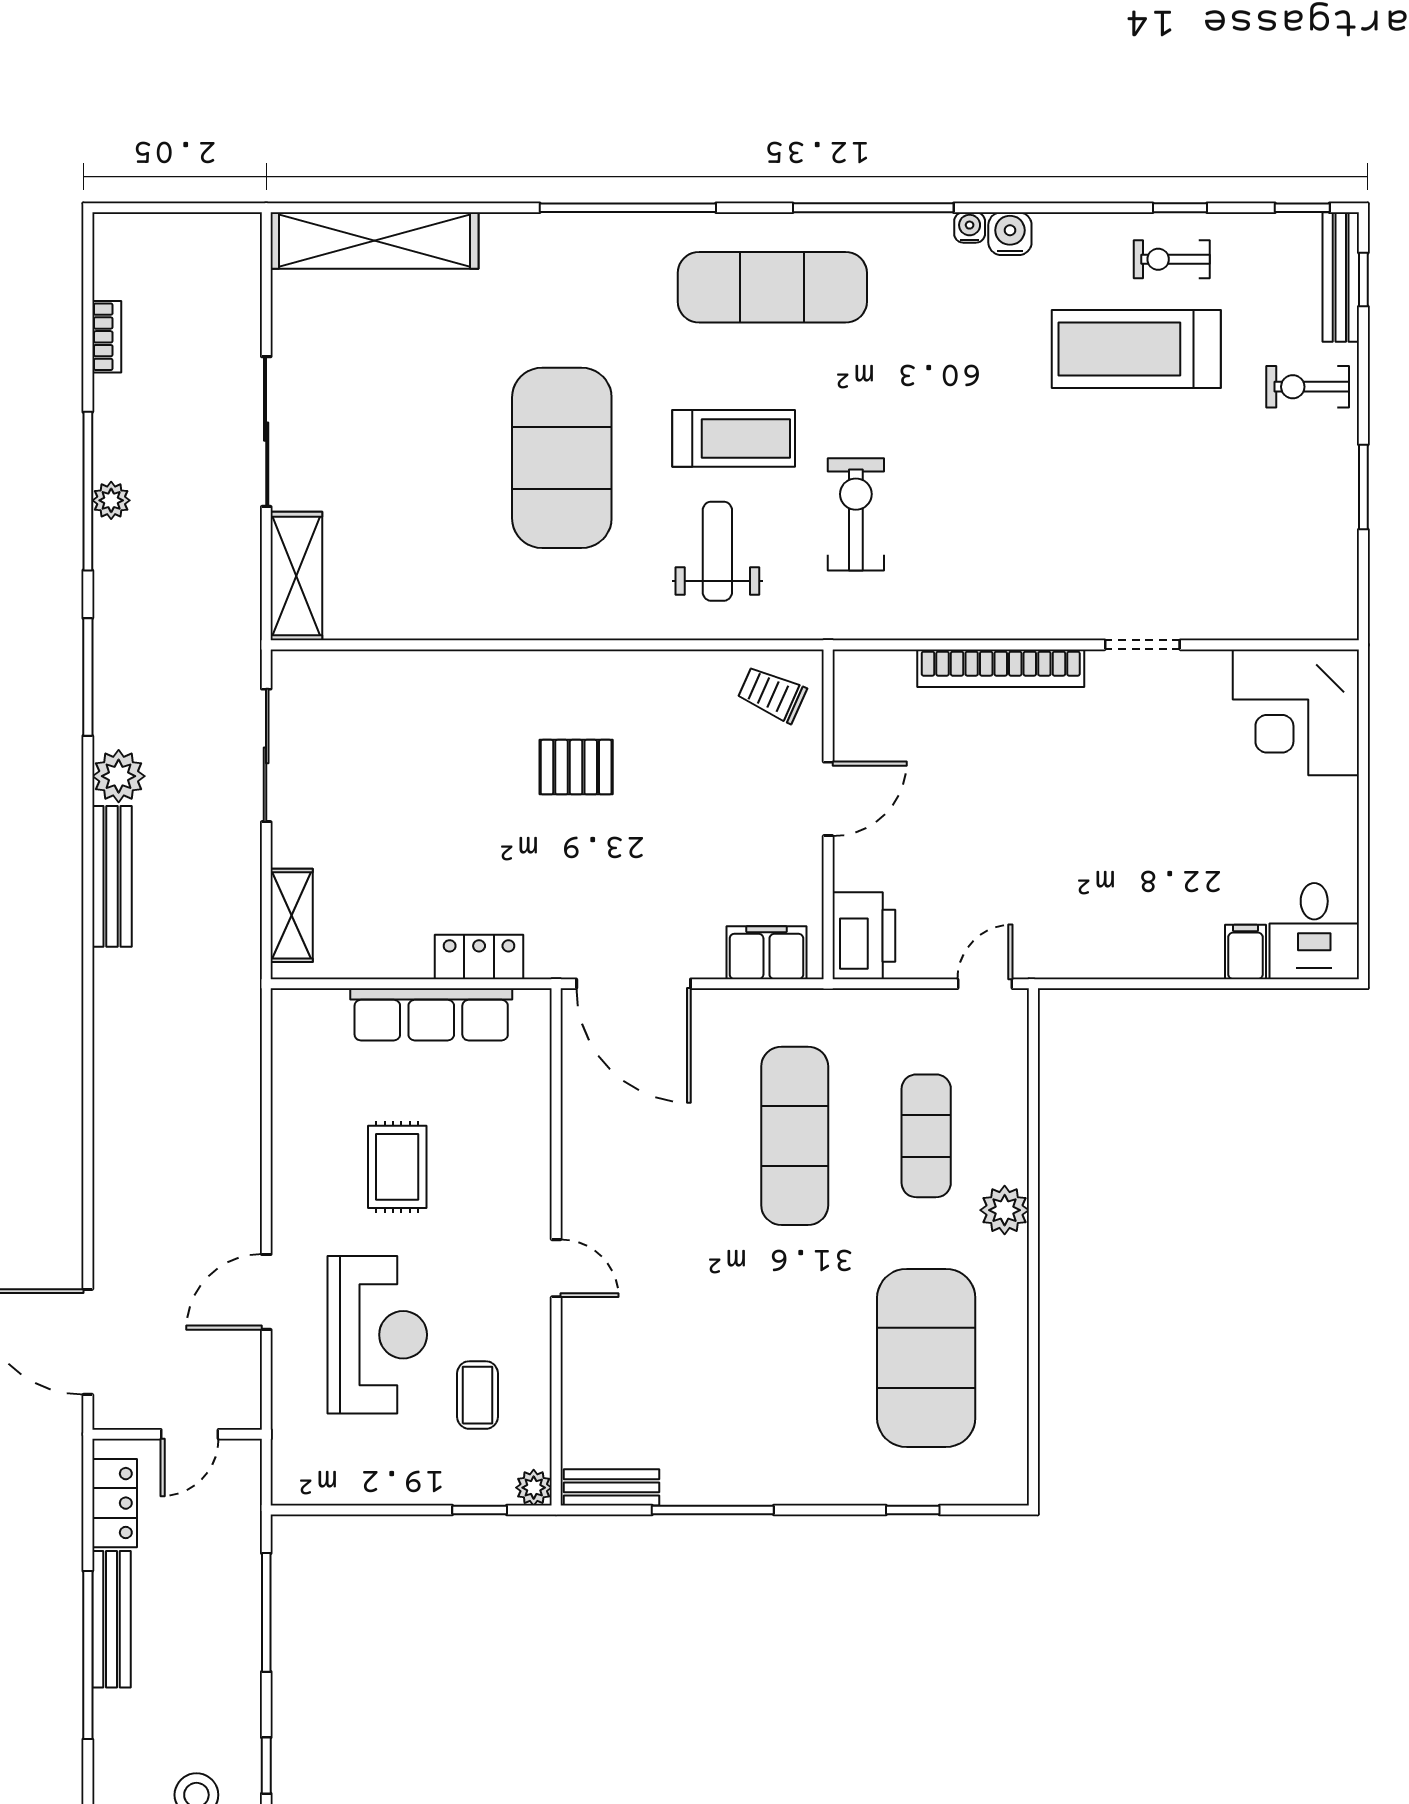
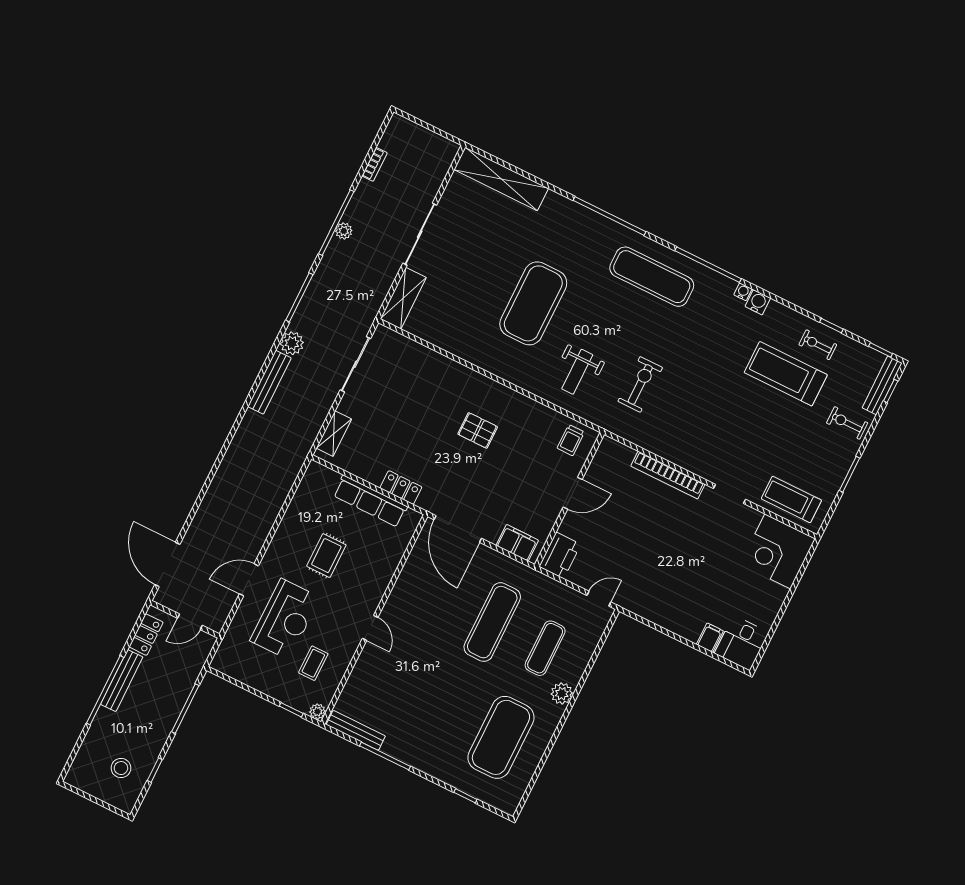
treadmill: (734, 438) -> (791, 499), moved, turned 180
weight bench: (717, 551) -> (577, 372), turned 180
trolley: (772, 694) -> (571, 440), turned -114
bench: (611, 1487) -> (356, 730), width x1.36

